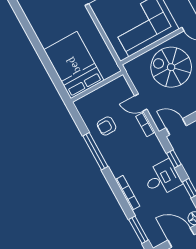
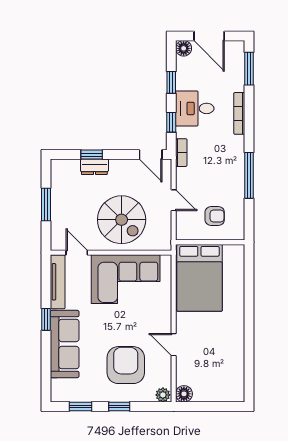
bed: (74, 65) -> (199, 278), moved
bookcase: (145, 124) -> (181, 153), moved
armchair: (107, 126) -> (215, 216), moved

